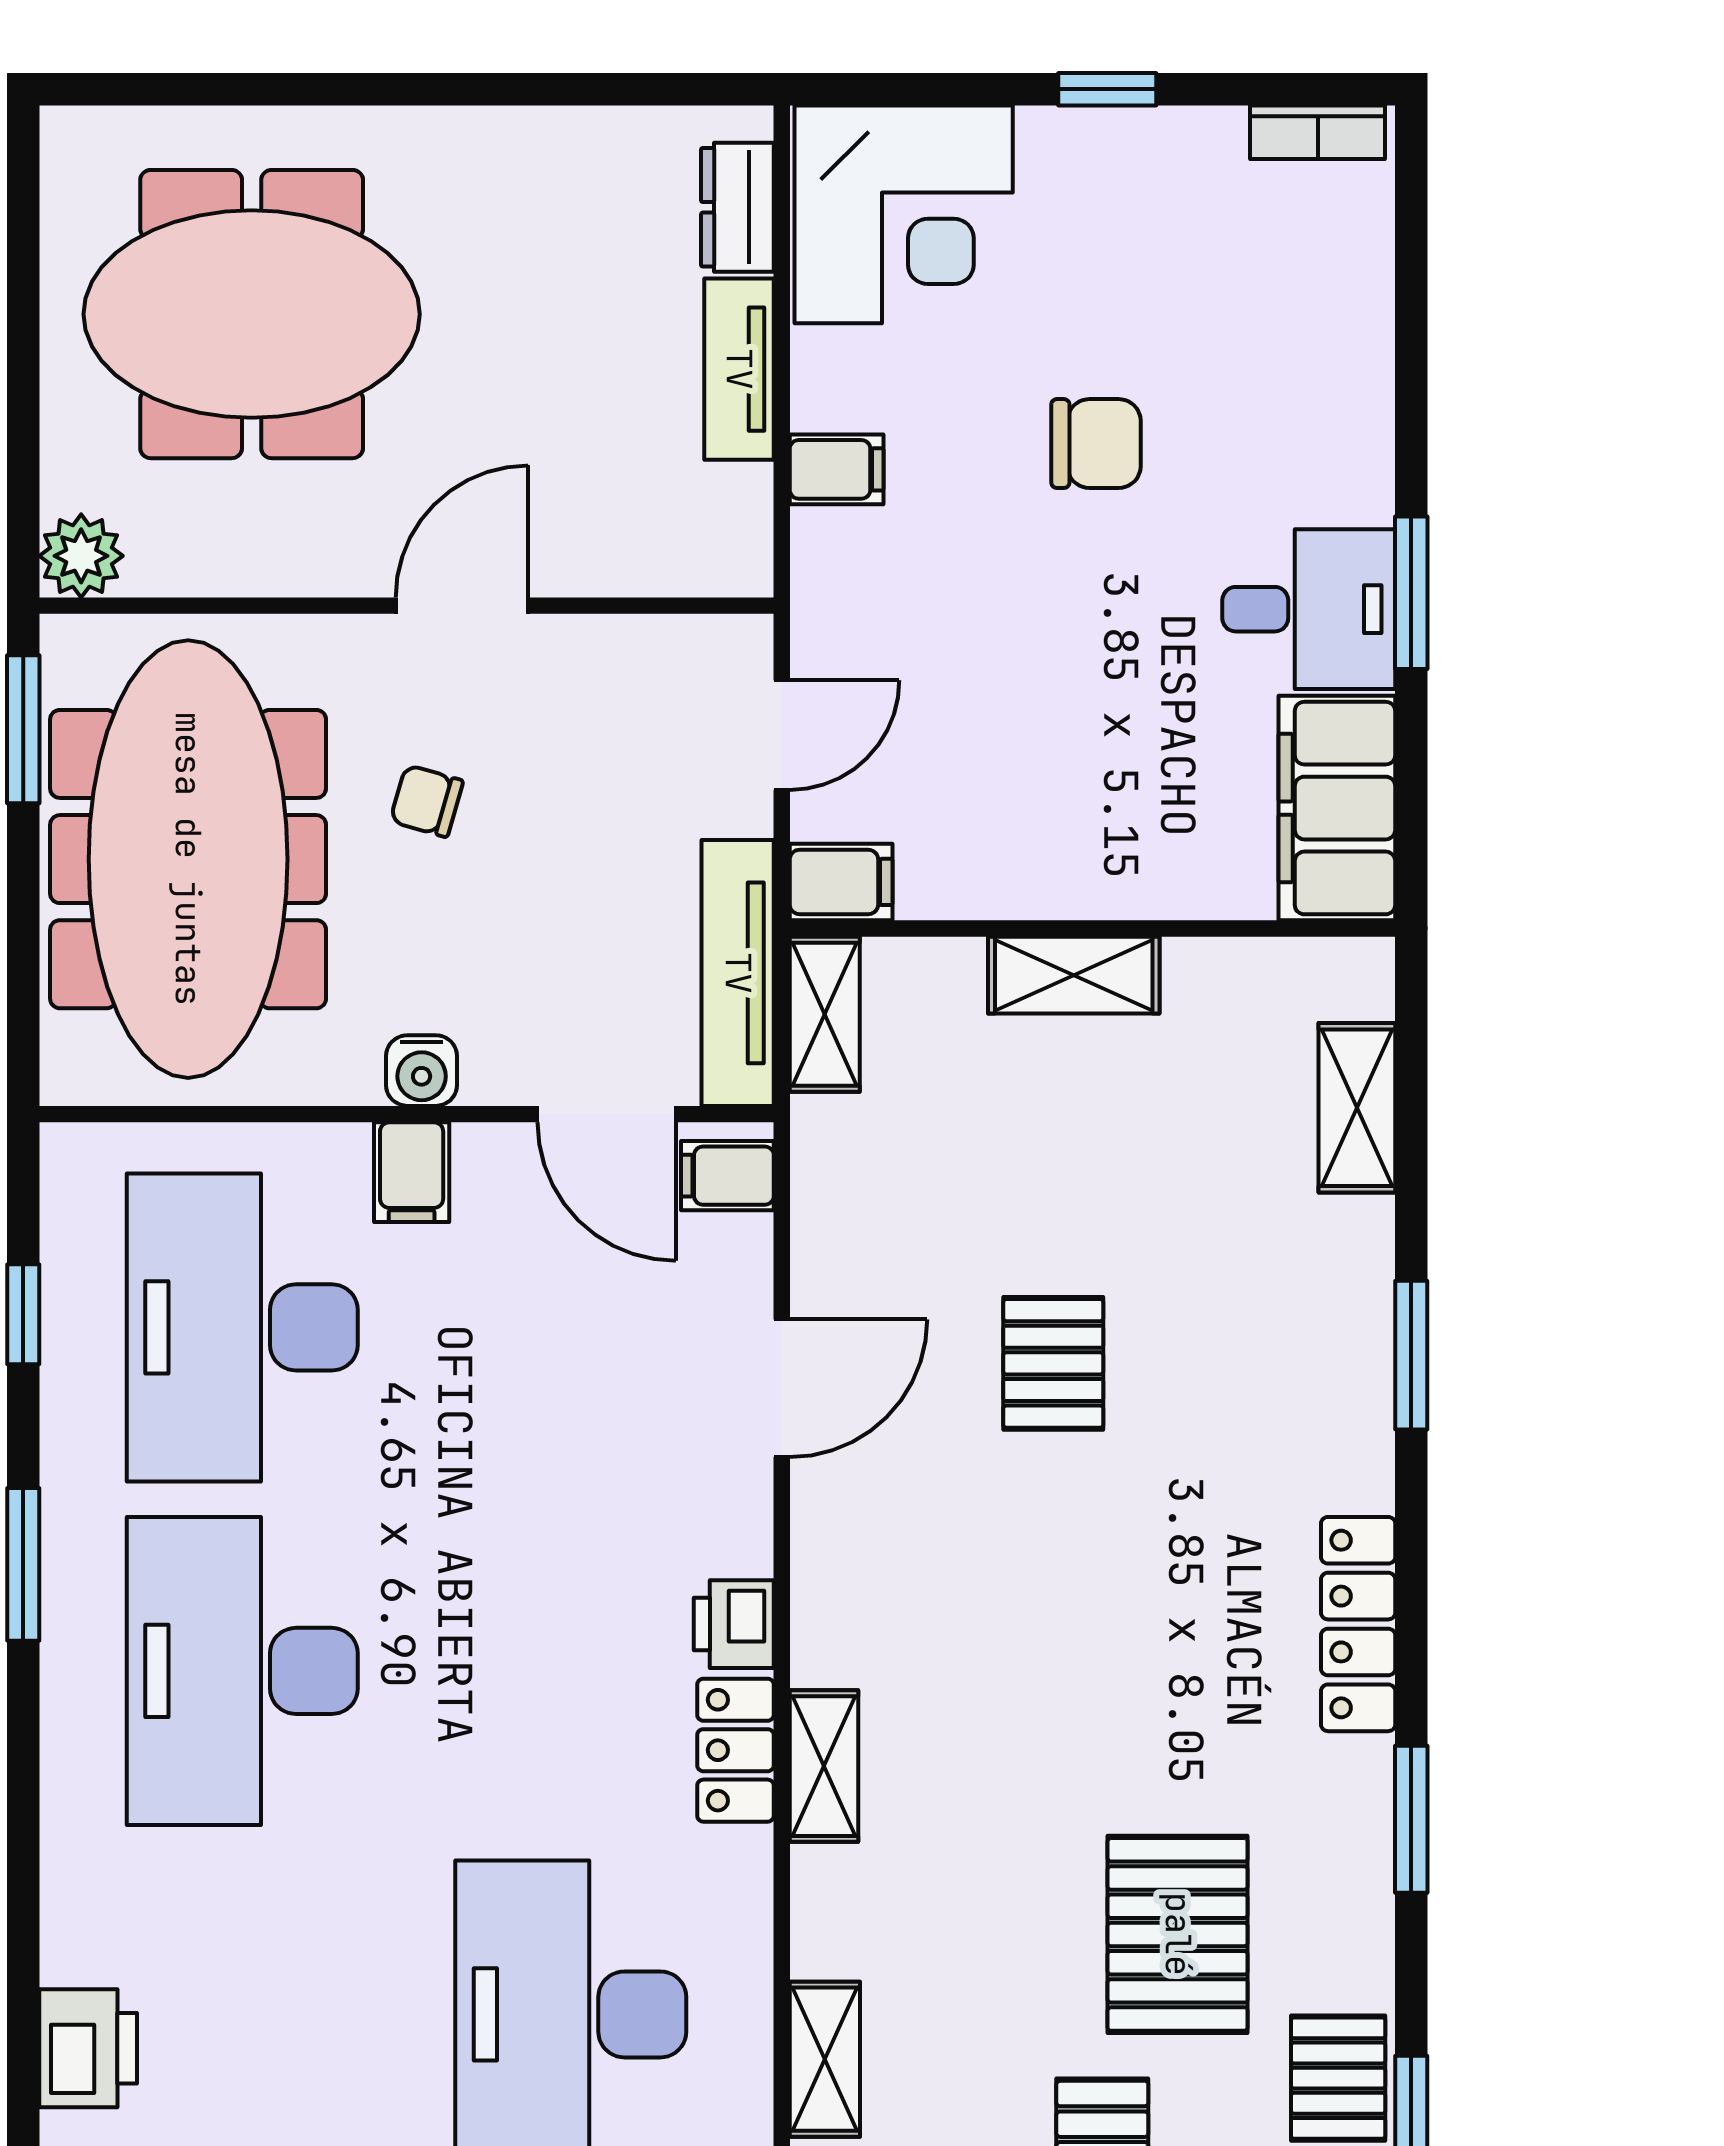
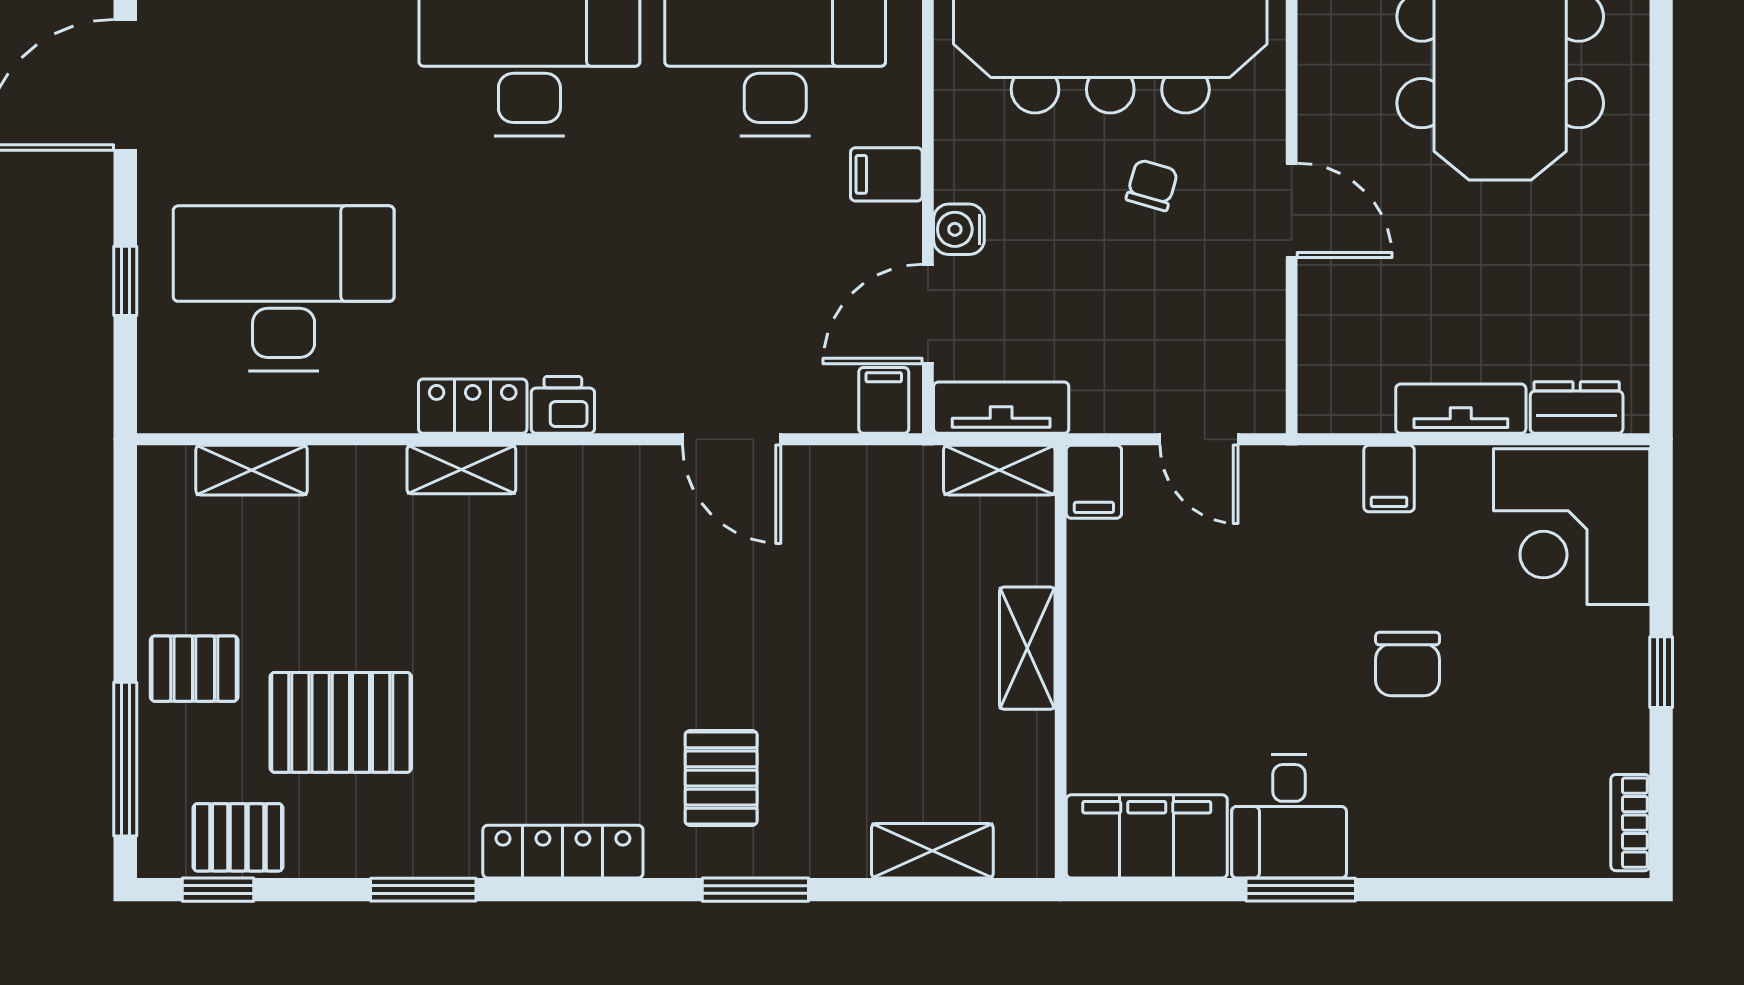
tv unit: (738, 973) -> (1001, 408), width x0.71
water cooler: (422, 1071) -> (959, 229), moved
pallet: (1053, 1363) -> (721, 778), moved, turned 90

